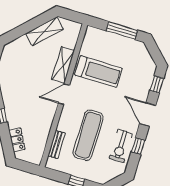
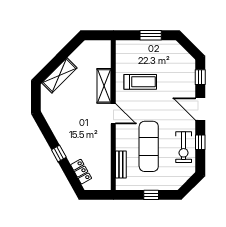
shelving: (44, 31) -> (59, 75), moved
window: (122, 31) -> (151, 35), width x0.69
treadmill: (99, 72) -> (140, 82), width x0.73, depth x0.73
door: (64, 94) -> (113, 114), swing flipped

